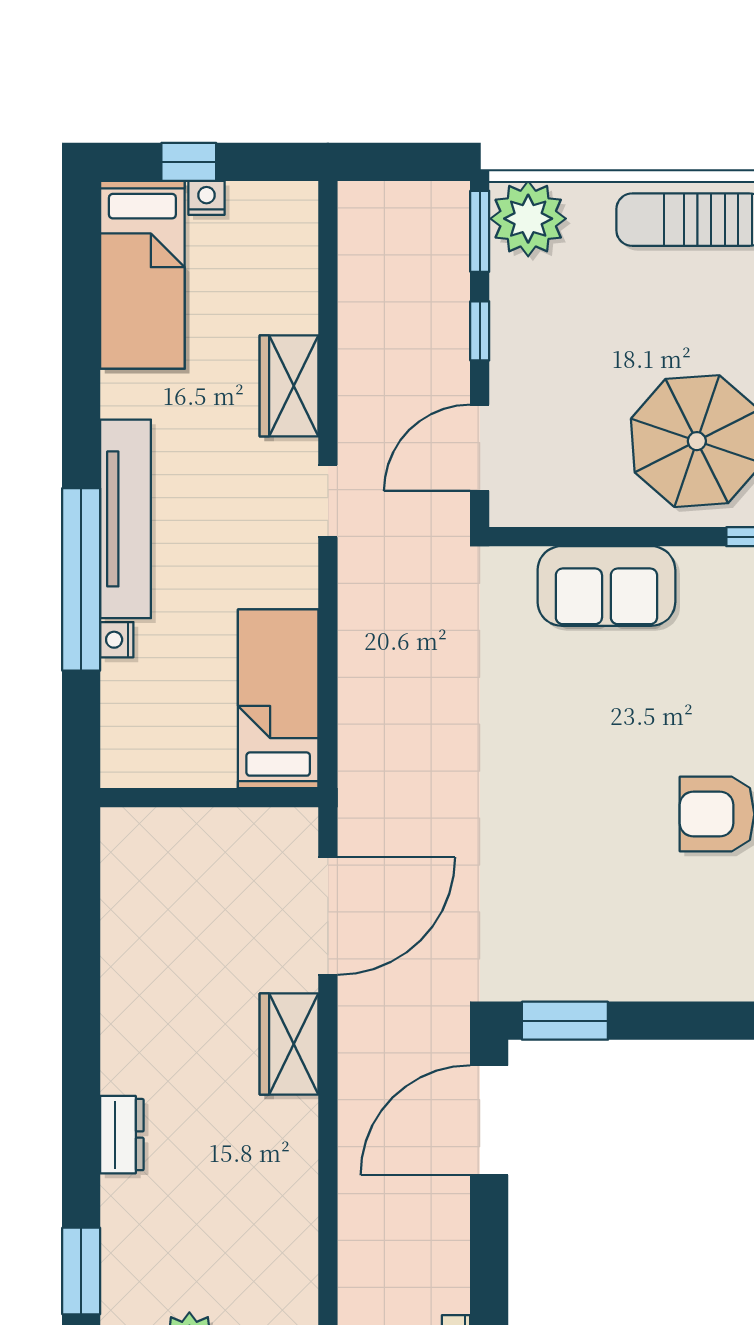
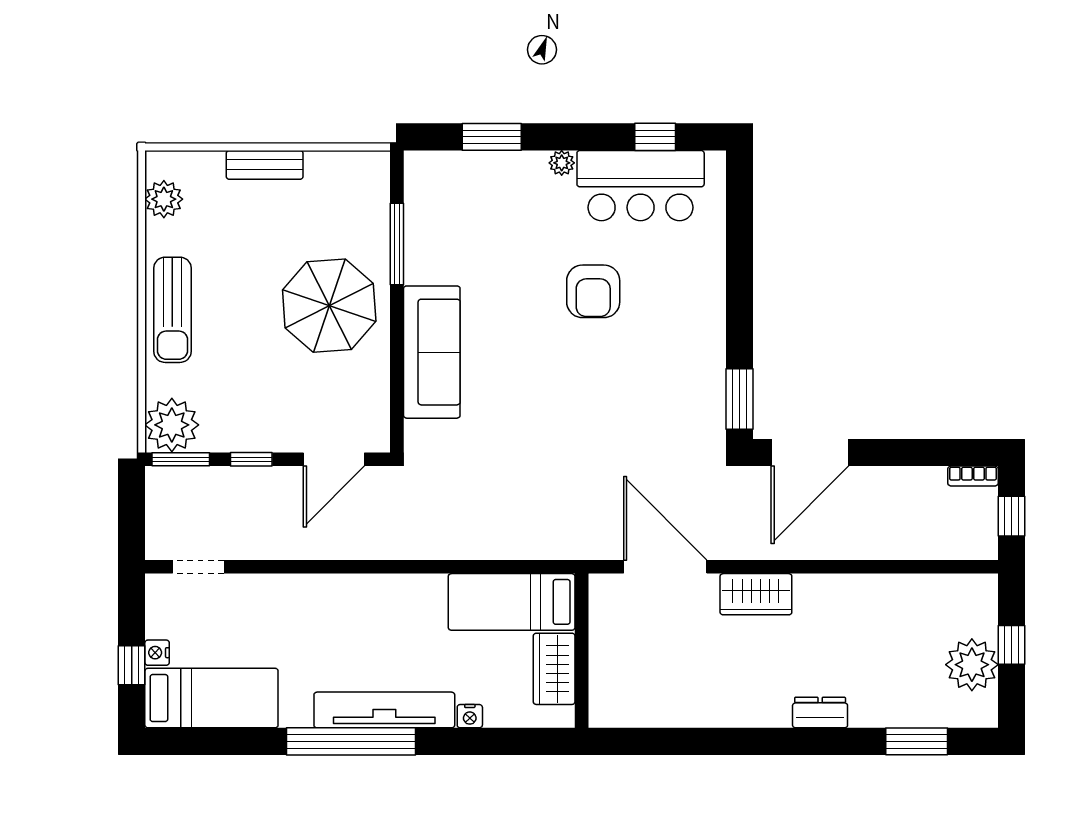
wardrobe: (289, 386) -> (554, 669), moved, turned 90
door: (480, 448) -> (334, 459), hinge flipped
doorway: (328, 501) -> (198, 567), moved
window: (81, 579) -> (351, 741), moved
sofa: (606, 586) -> (432, 352), width x1.36
door: (489, 1120) -> (810, 453), hinge flipped

